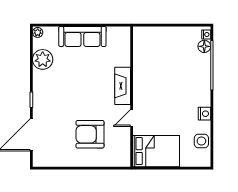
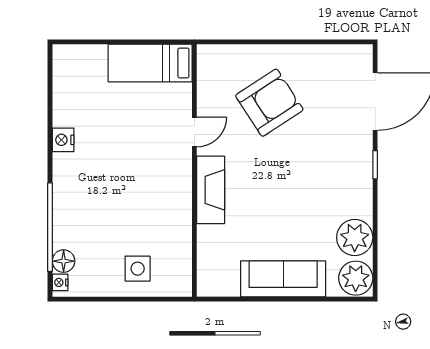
plant: (38, 32) -> (356, 278), width x1.87, depth x1.87
armchair: (90, 134) -> (269, 103), turned -33
side table: (201, 141) -> (138, 269), moved
bed: (156, 151) -> (150, 63), width x0.67

